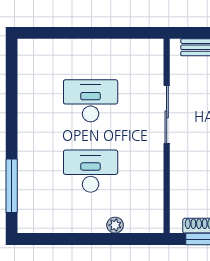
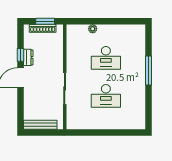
window: (12, 186) -> (149, 70), moved

